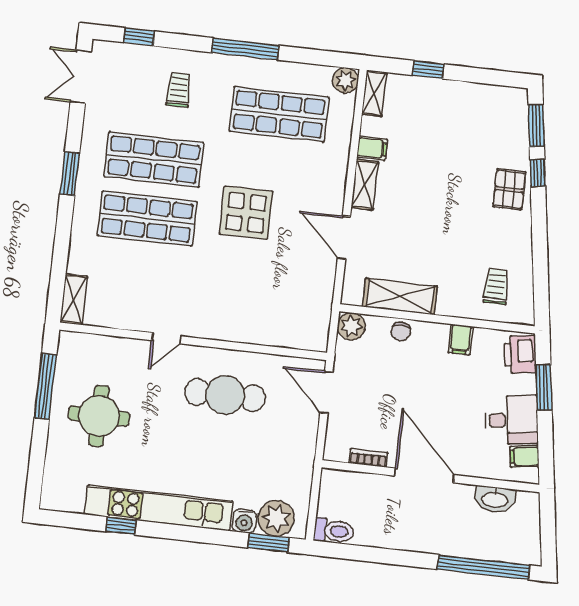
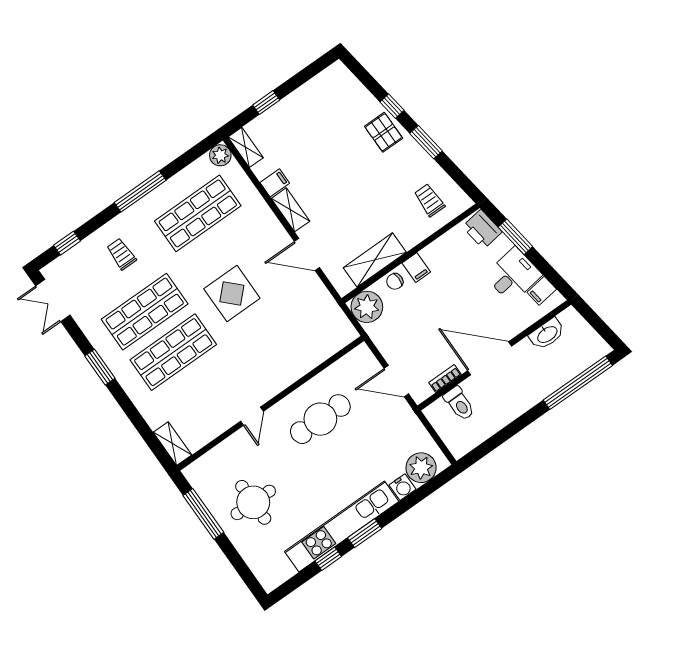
window: (536, 126) -> (426, 142), moved
plant: (351, 326) -> (367, 307), width x1.36, depth x1.36
chair: (401, 331) -> (395, 281), turned 89
filing cabinet: (460, 339) -> (416, 268), moved
door: (326, 393) -> (396, 381), moved
toilet: (334, 531) -> (459, 404), moved, turned 90
window: (269, 543) -> (365, 533), moved

